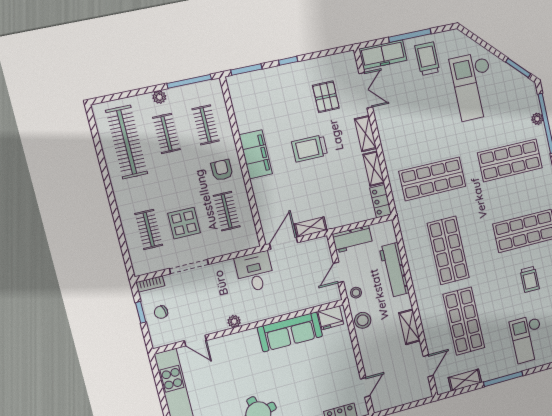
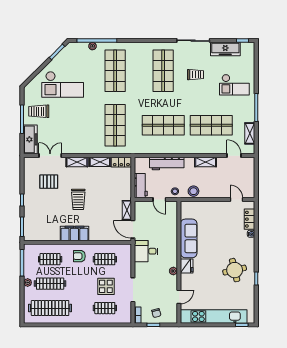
clothes rail: (166, 133) -> (50, 284), width x1.36
fridge: (331, 318) -> (187, 266), moved

